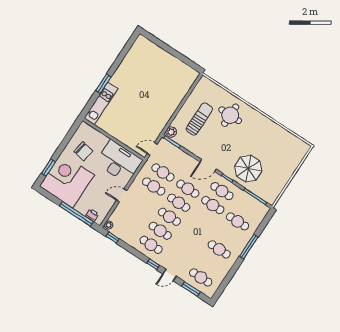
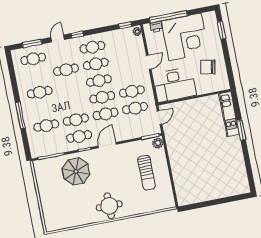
round table: (230, 115) -> (109, 206), moved
corner desk: (67, 180) -> (185, 37), moved
cafe table: (185, 247) -> (66, 70), added

